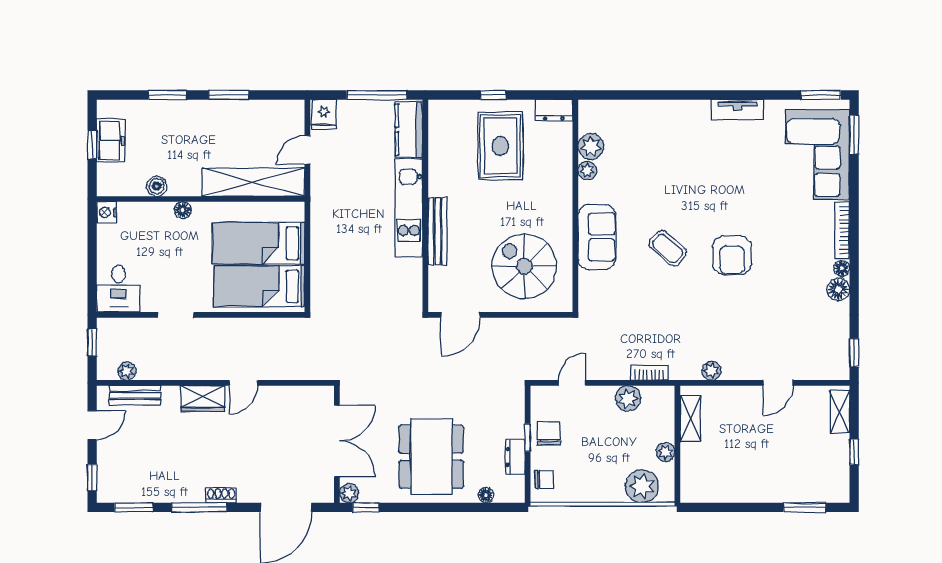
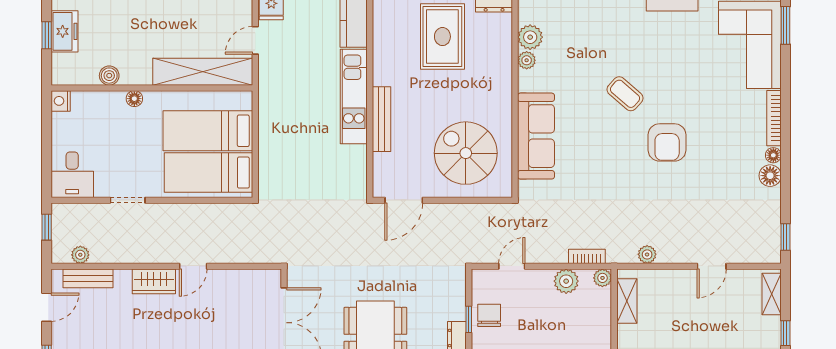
sofa: (597, 237) -> (536, 136), width x1.36
coffee table: (668, 248) -> (625, 94), moved
plant: (665, 452) -> (602, 278), moved

